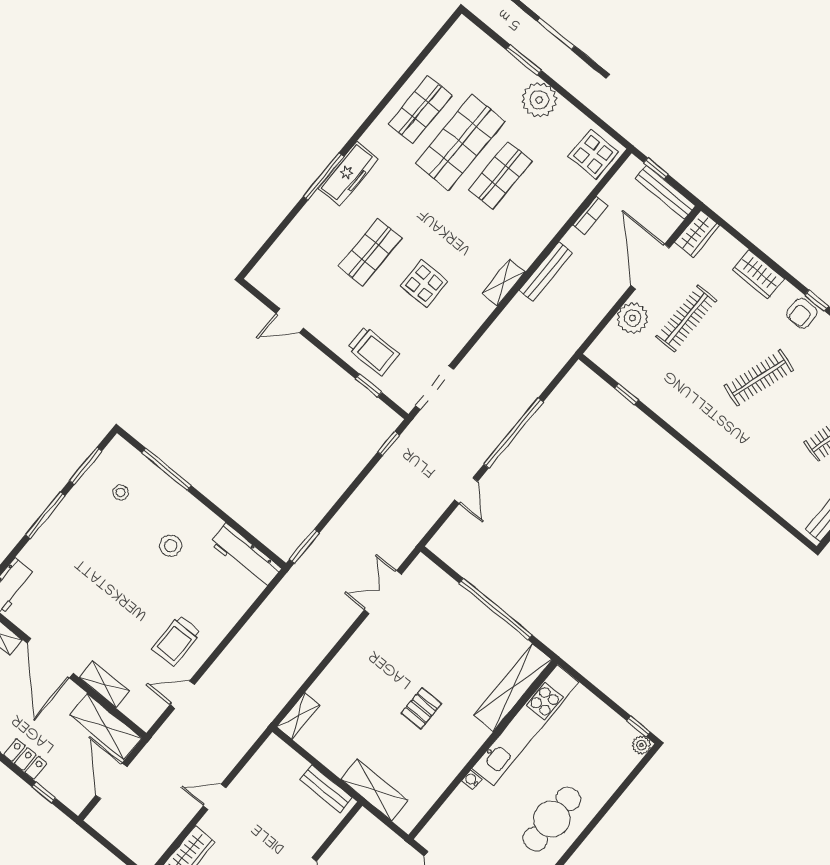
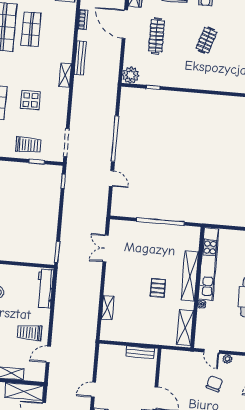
plant: (633, 318) -> (131, 75), moved
clothes rail: (759, 378) -> (207, 40), width x0.73
workbench: (246, 556) -> (45, 288), moved, turned 90
trolley: (176, 641) -> (29, 333), turned 90
shelving: (513, 688) -> (190, 276), moved
shelving: (298, 716) -> (108, 308), moved
shelving: (374, 790) -> (185, 327), moved, turned 90

